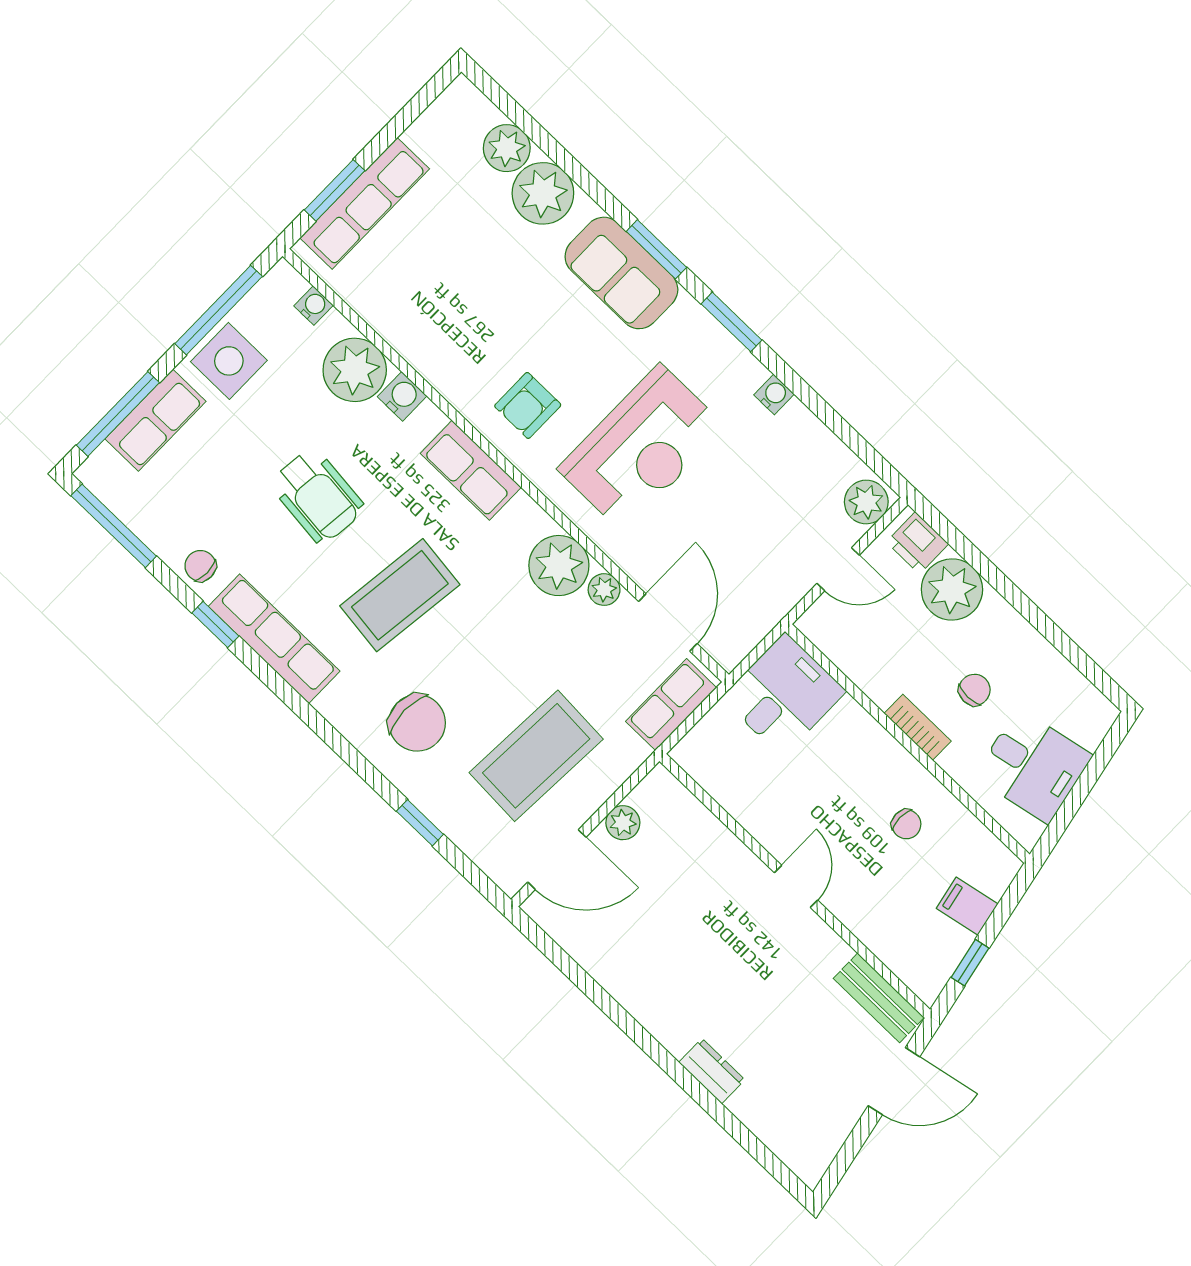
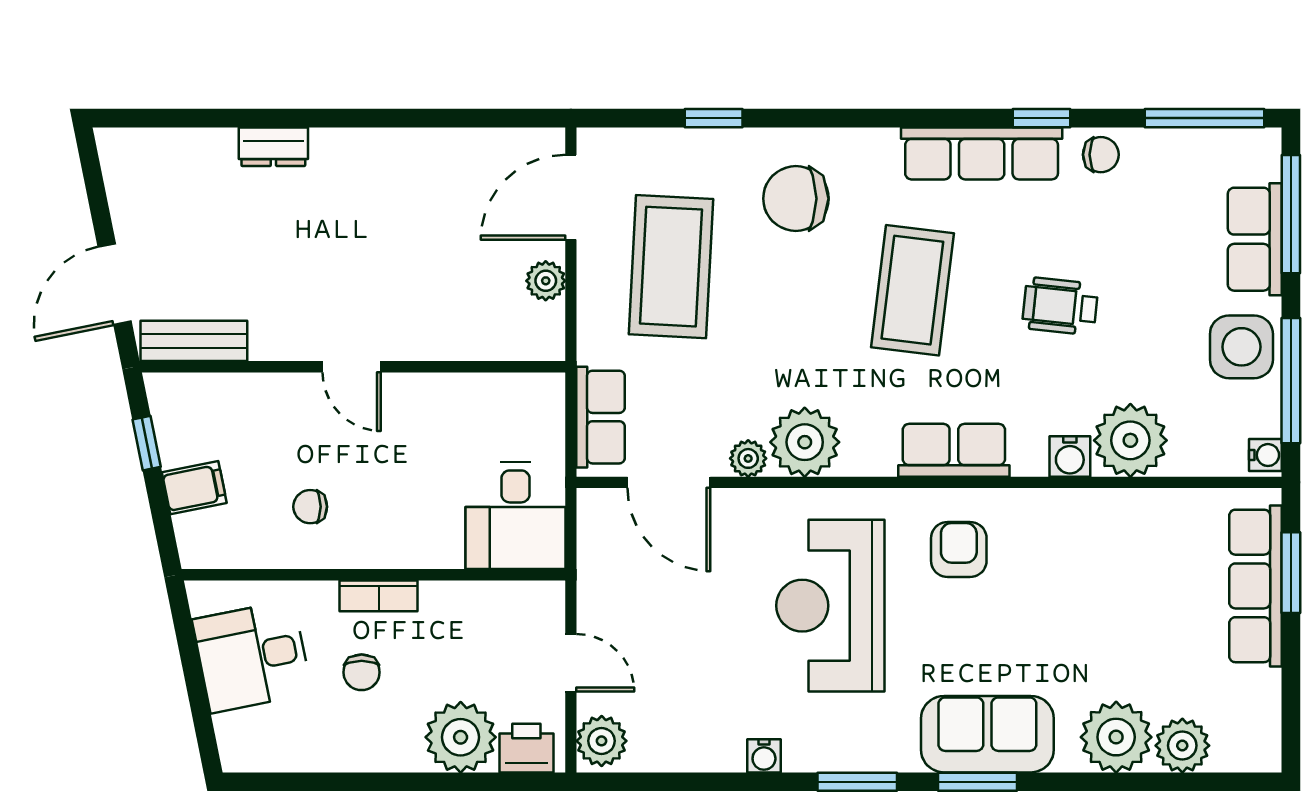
water cooler: (314, 306) -> (1265, 455), moved, turned -90
wheelchair: (317, 496) -> (1060, 306), width x0.73, depth x0.73
door: (838, 569) -> (571, 663), swing flipped

